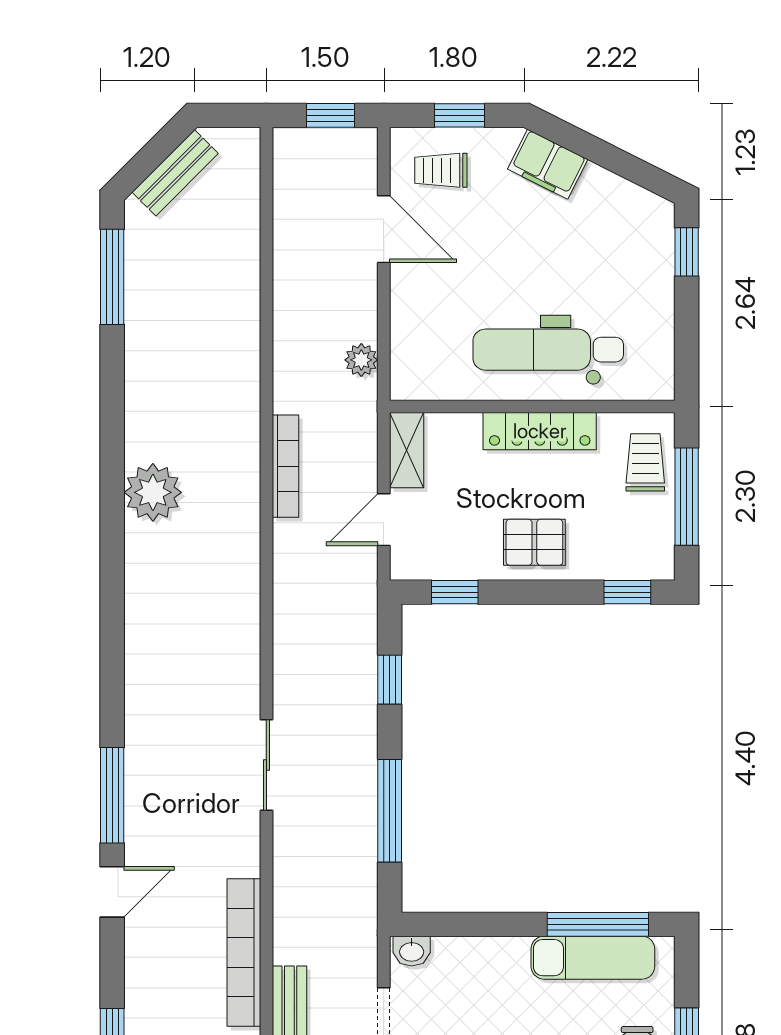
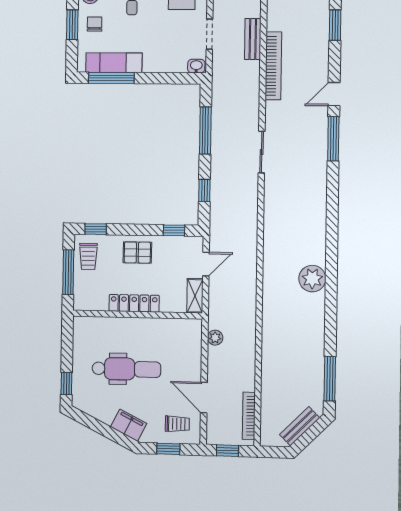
dental chair: (548, 350) -> (126, 369), moved
trolley: (645, 462) -> (88, 256), moved
bookcase: (285, 466) -> (249, 416), moved

